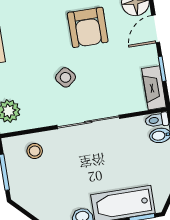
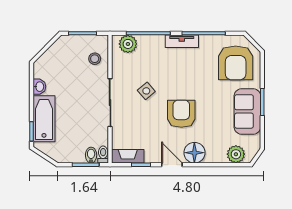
armchair: (88, 27) -> (181, 114), turned 90

